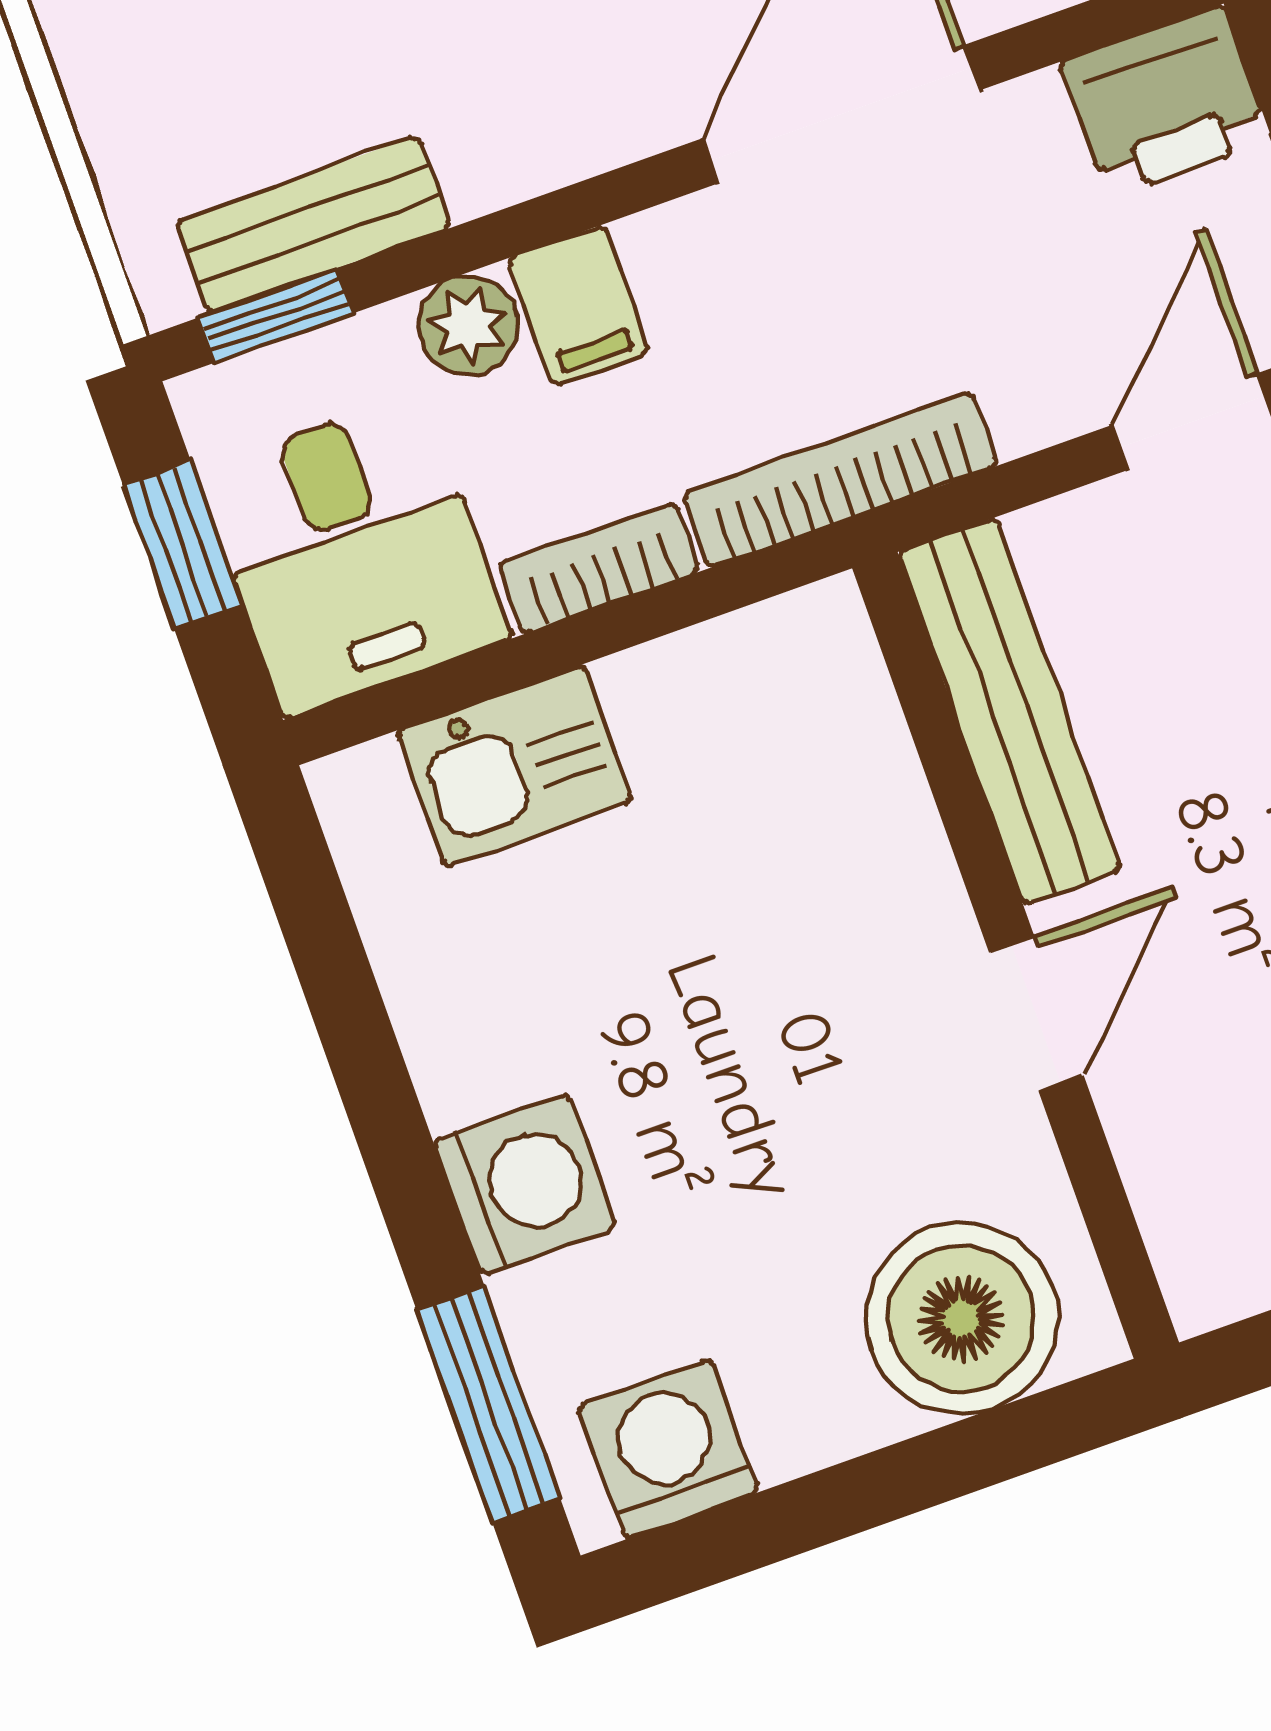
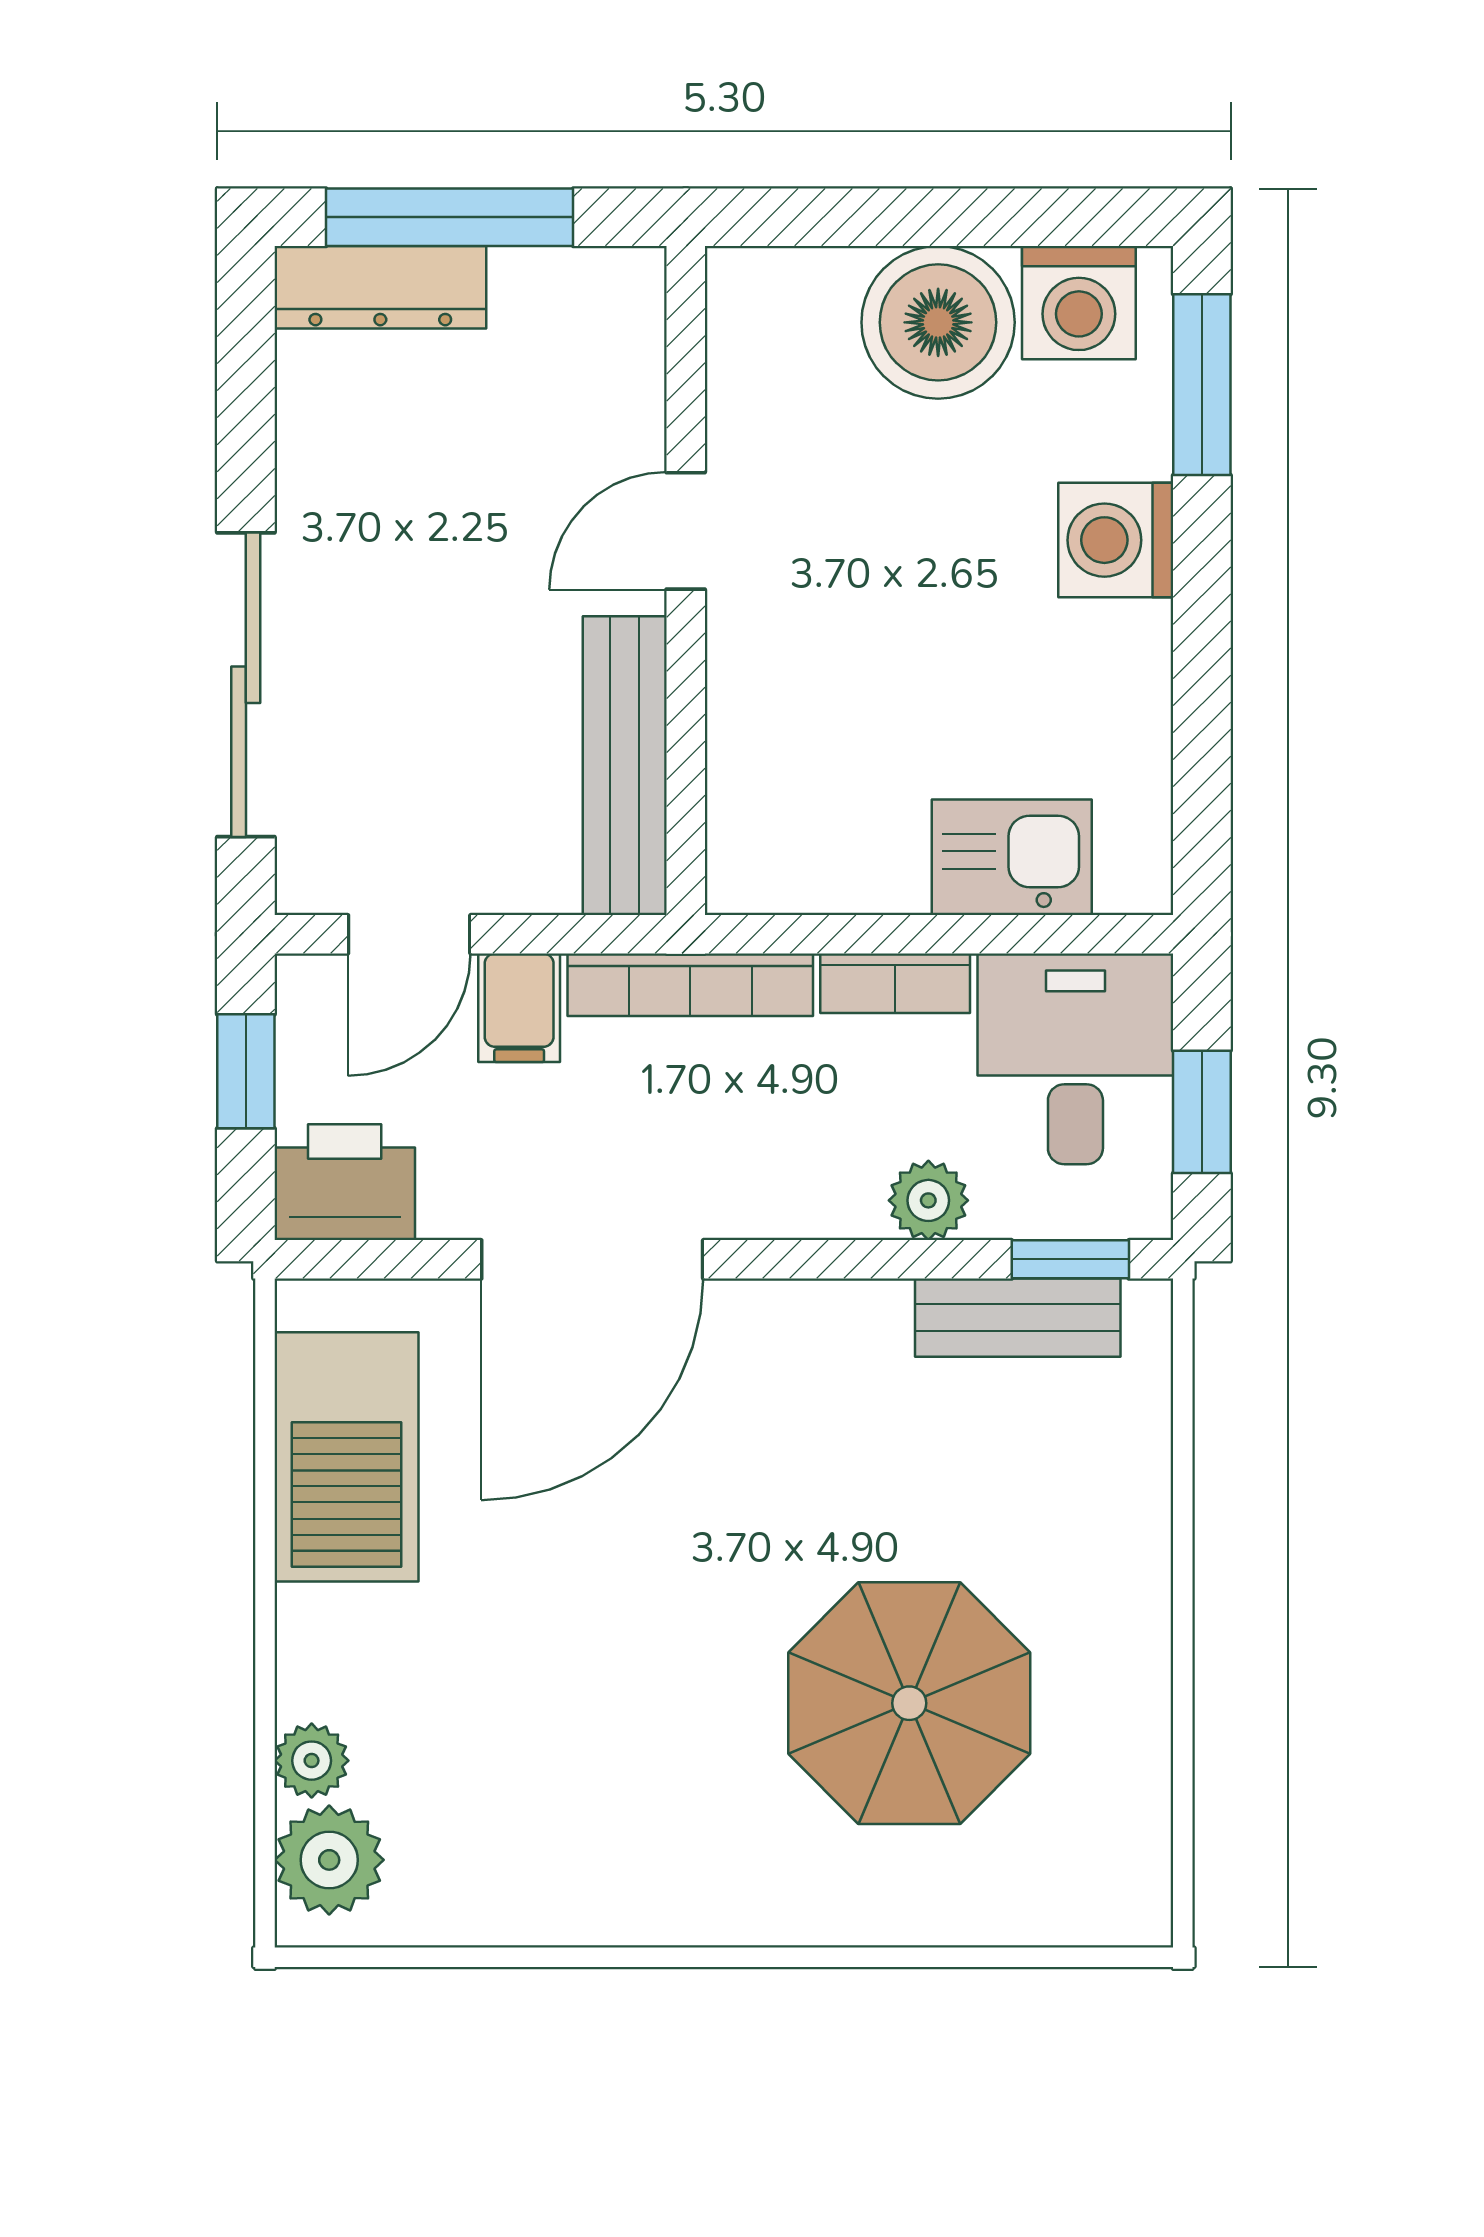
filing cabinet: (579, 306) -> (519, 1008), moved, turned 180
boiler: (961, 1318) -> (938, 322), moved

